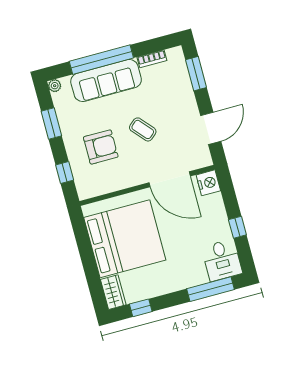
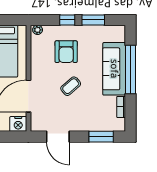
plant: (55, 86) -> (38, 30), moved
window: (65, 172) -> (67, 20), moved

